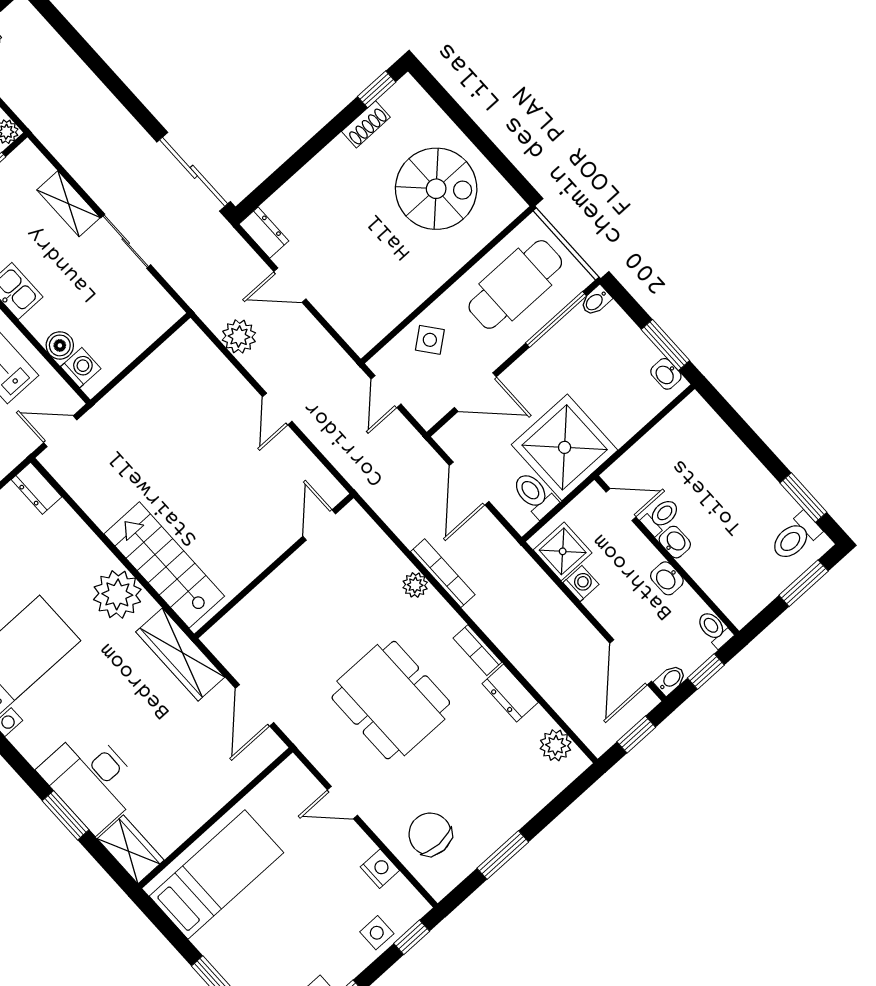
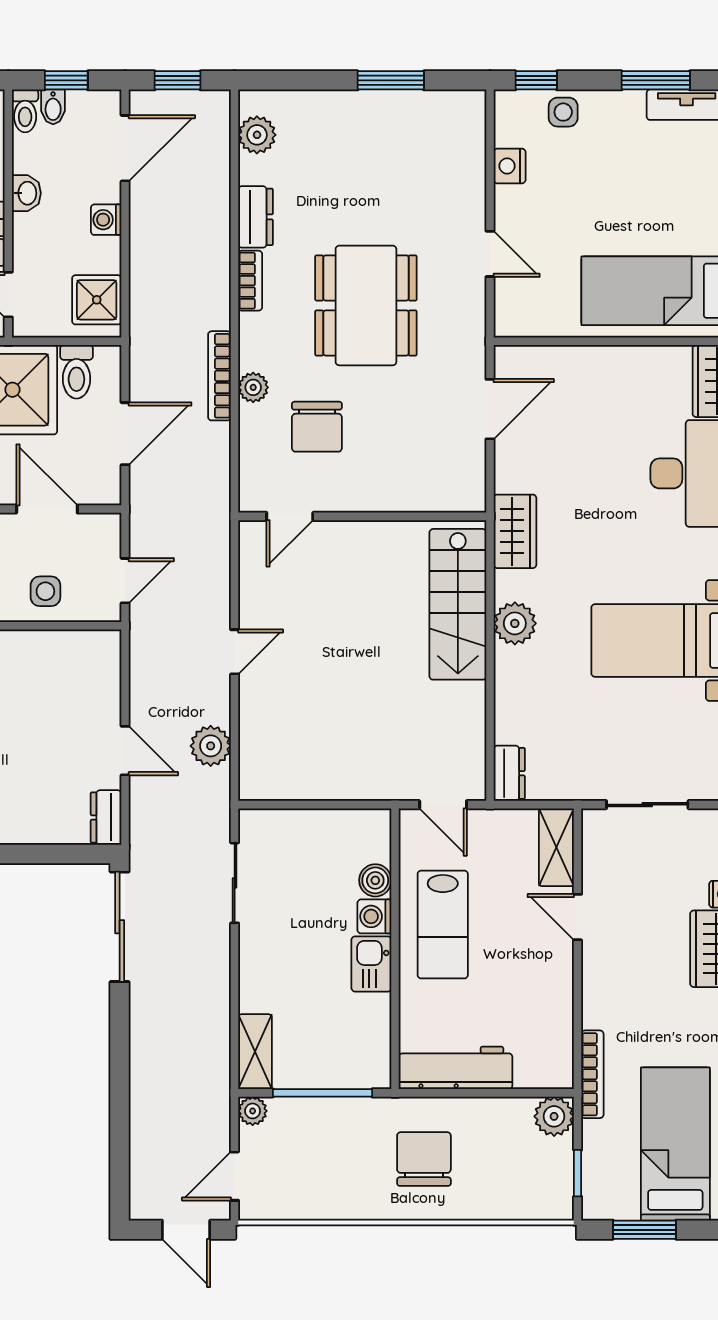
shelving: (68, 204) -> (255, 1052), moved
sliding door: (126, 241) -> (235, 883), moved
side table: (430, 340) -> (45, 591), turned 38
washing machine: (81, 368) -> (374, 916), moved
washing machine: (581, 584) -> (106, 220), moved
plant: (117, 594) -> (515, 623), width x0.73, depth x0.73
wardrobe: (180, 654) -> (515, 531), width x0.67
bidet: (670, 680) -> (53, 107), moved, turned -90
chair: (430, 834) -> (317, 427), moved

